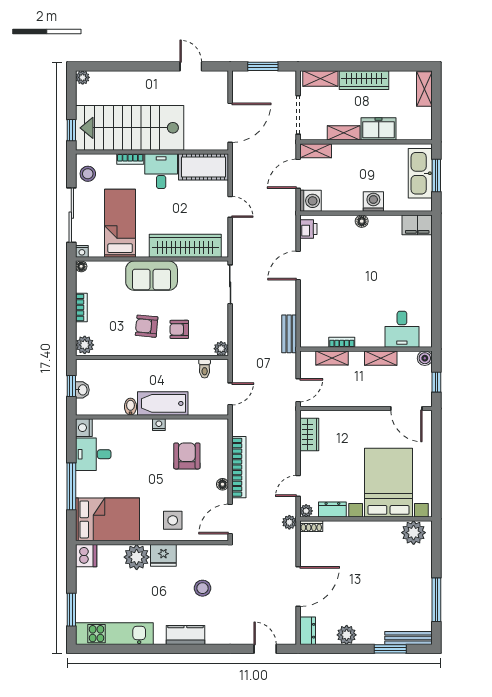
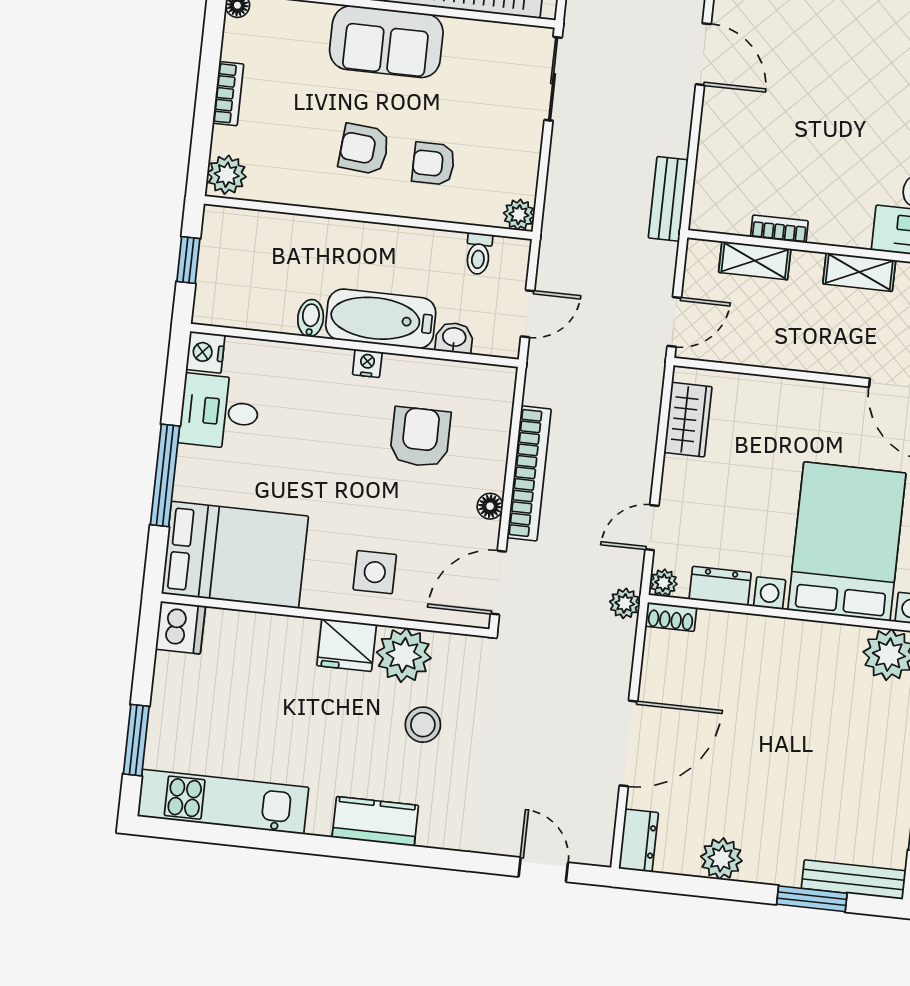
door: (298, 266) -> (703, 54), swing flipped
washbasin: (82, 390) -> (454, 338), moved, turned -90
plant: (137, 557) -> (404, 655), moved

